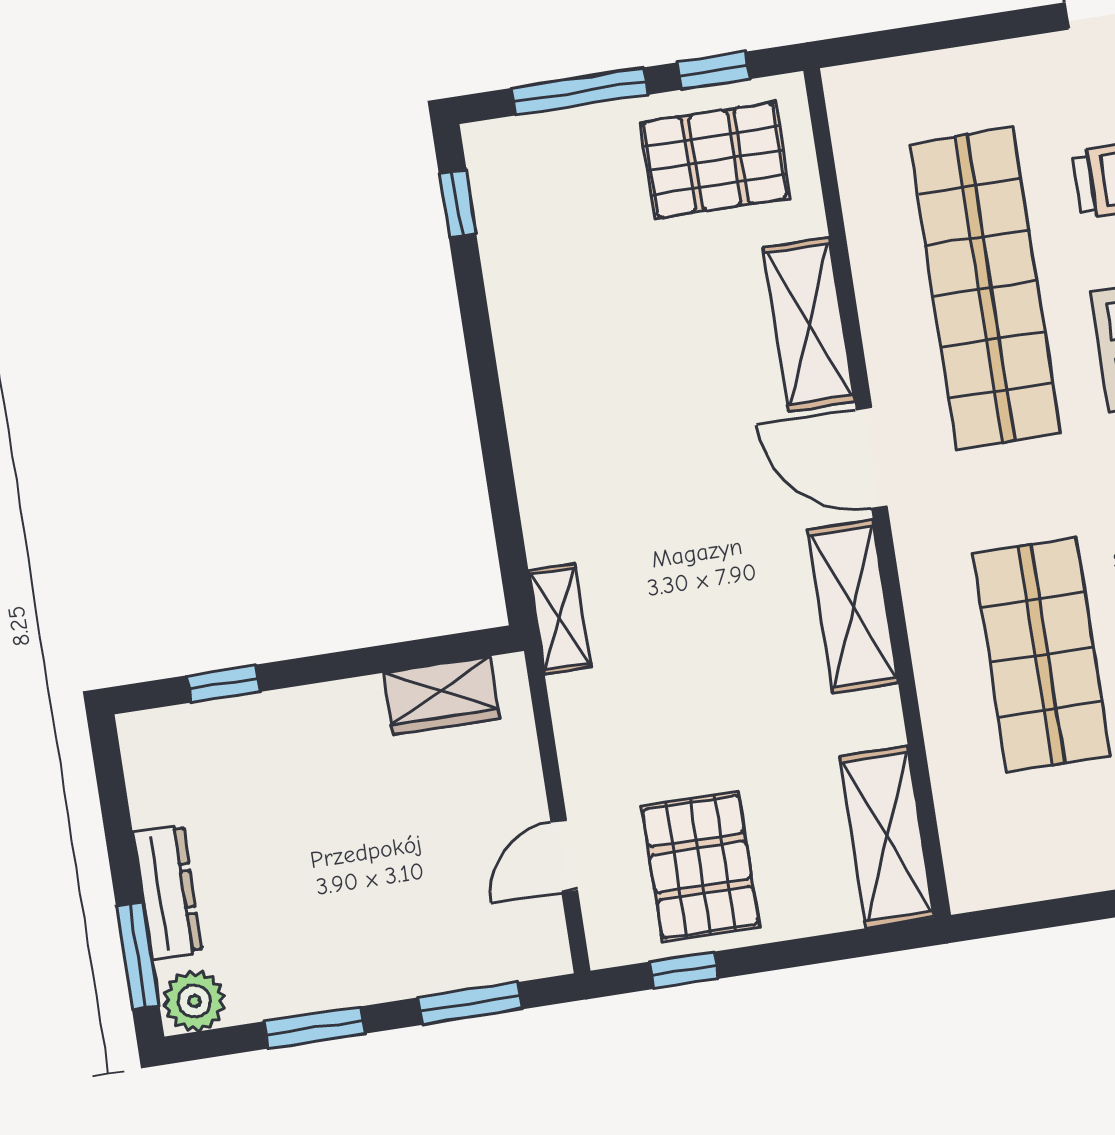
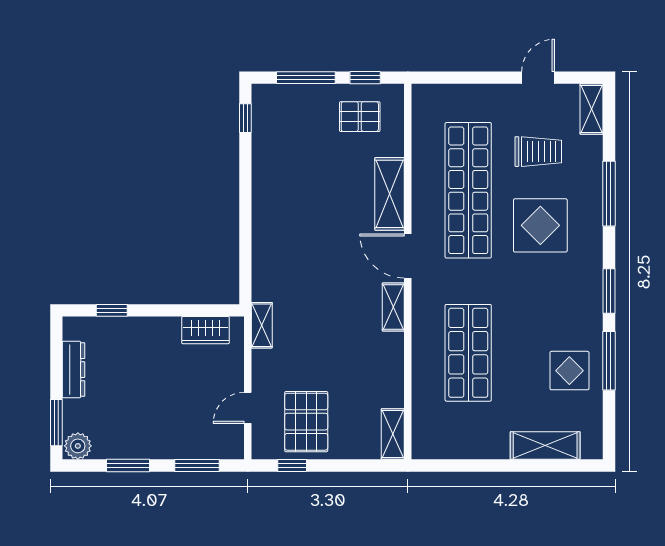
pallet: (715, 160) -> (360, 117), width x0.67, depth x0.71
shelving: (853, 606) -> (393, 307), width x0.67, depth x0.75
shelving: (560, 619) -> (262, 325), moved
shelving: (887, 837) -> (393, 434), width x0.67, depth x0.75
dresser: (168, 892) -> (74, 370), moved

